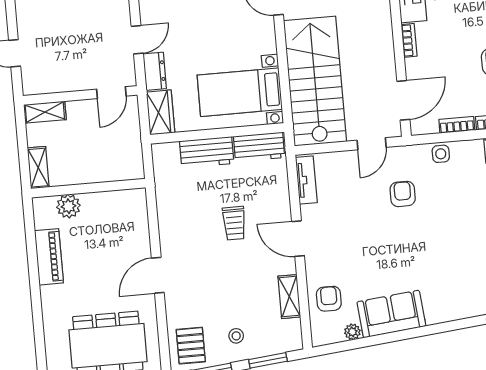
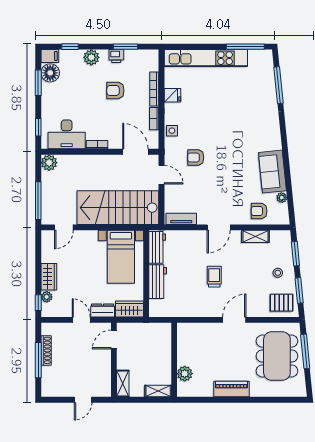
door: (111, 93) -> (114, 340), swing flipped
trolley: (234, 223) -> (214, 277), moved, turned -90
piano: (49, 257) -> (231, 389), moved
door: (158, 275) -> (234, 320), swing flipped

